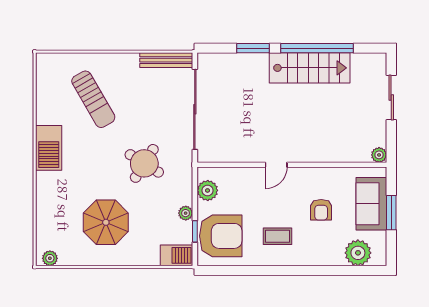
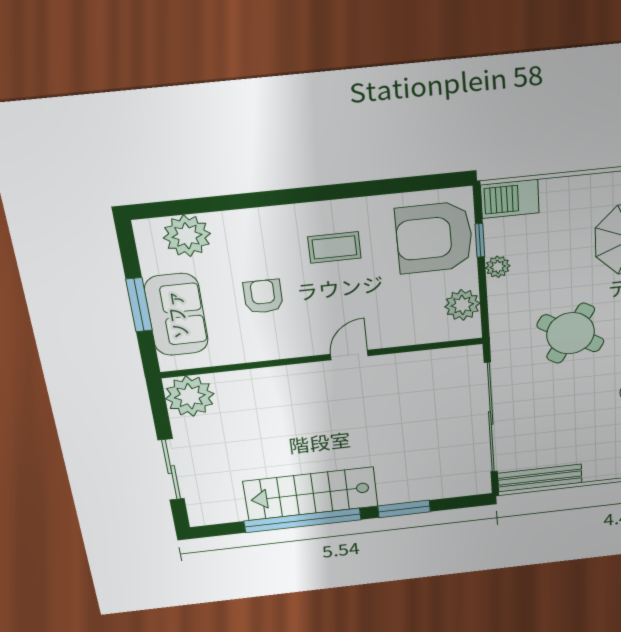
plant: (379, 155) -> (190, 396), width x1.88, depth x1.88

